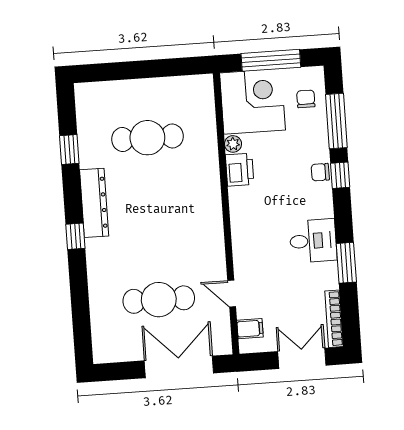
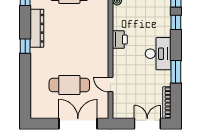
printer: (240, 170) -> (120, 40), moved
chair: (320, 172) -> (165, 20), removed
desk: (313, 241) -> (158, 54), width x1.37
filing cabinet: (250, 329) -> (119, 105), removed

